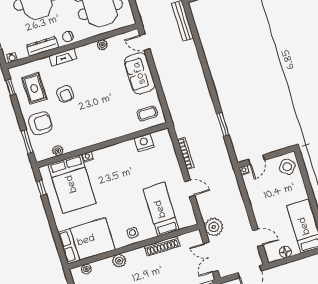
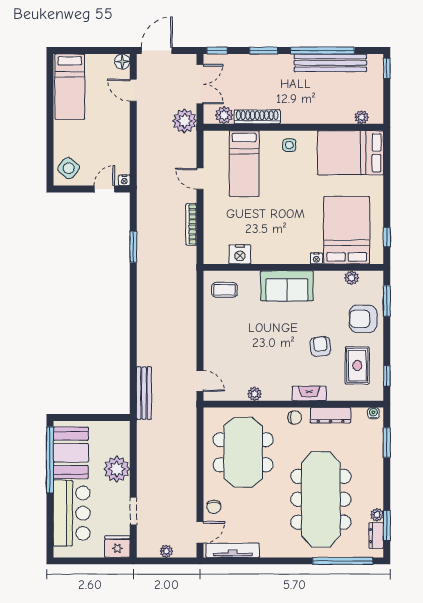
sofa: (140, 73) -> (287, 286), moved, turned 90
floor lamp: (285, 252) -> (122, 62), moved
plant: (119, 261) -> (224, 115), moved

